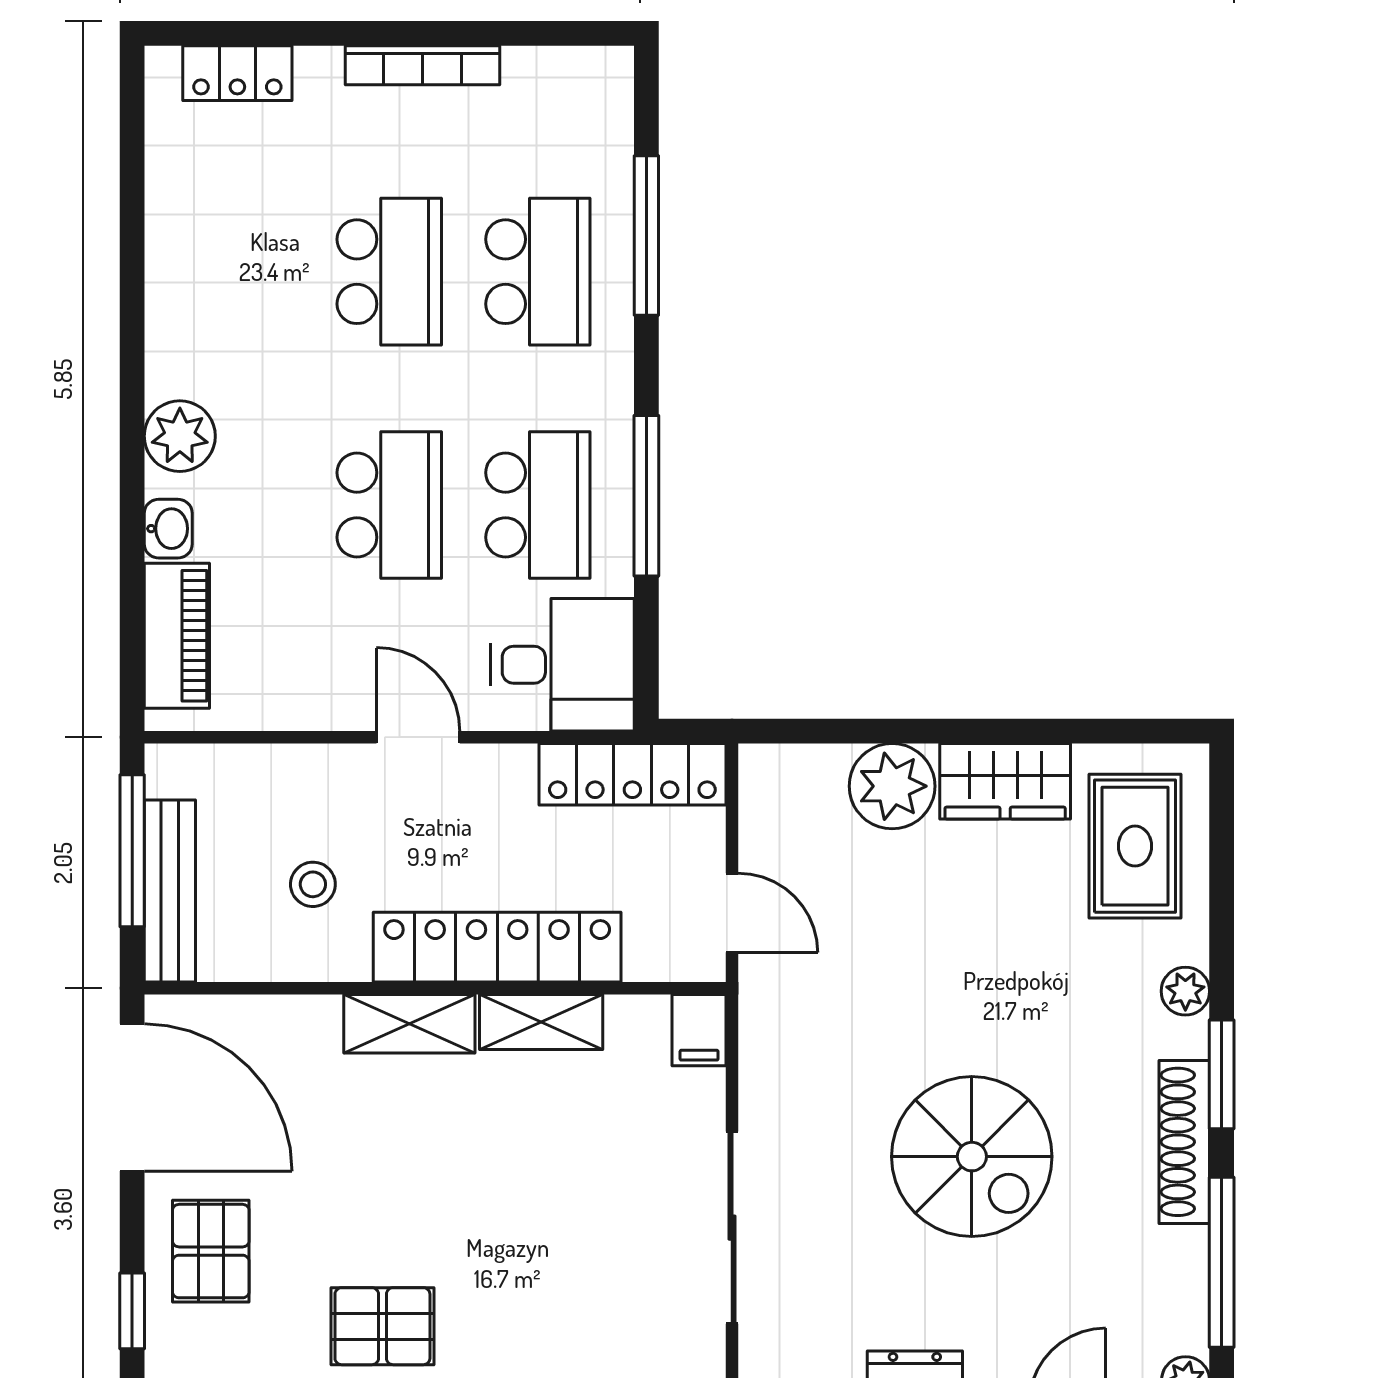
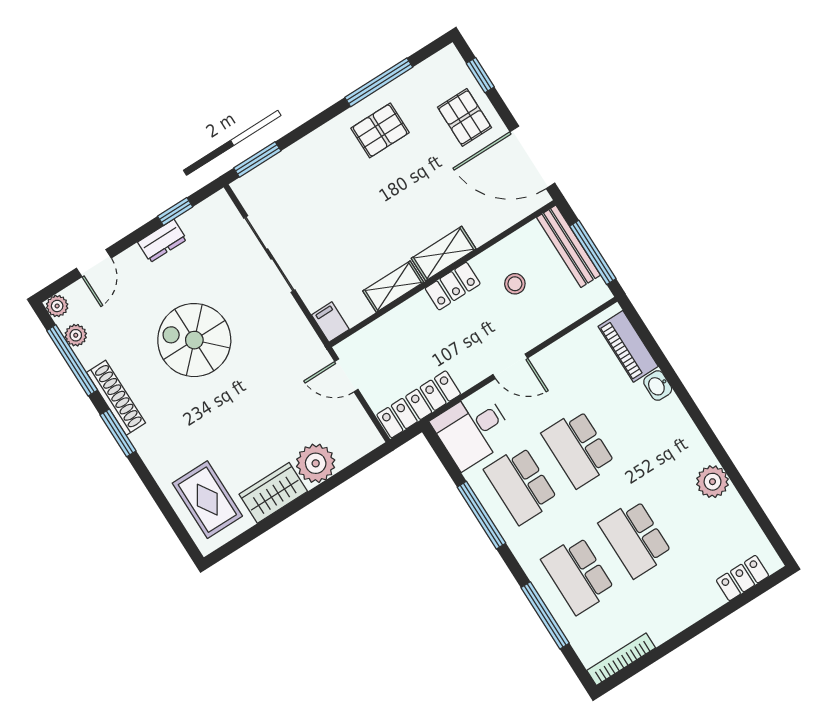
bookcase: (423, 65) -> (621, 659), moved
plant: (180, 436) -> (712, 482), moved
locker: (497, 947) -> (453, 286), width x0.46, depth x0.83
plant: (1185, 991) -> (76, 335), moved

